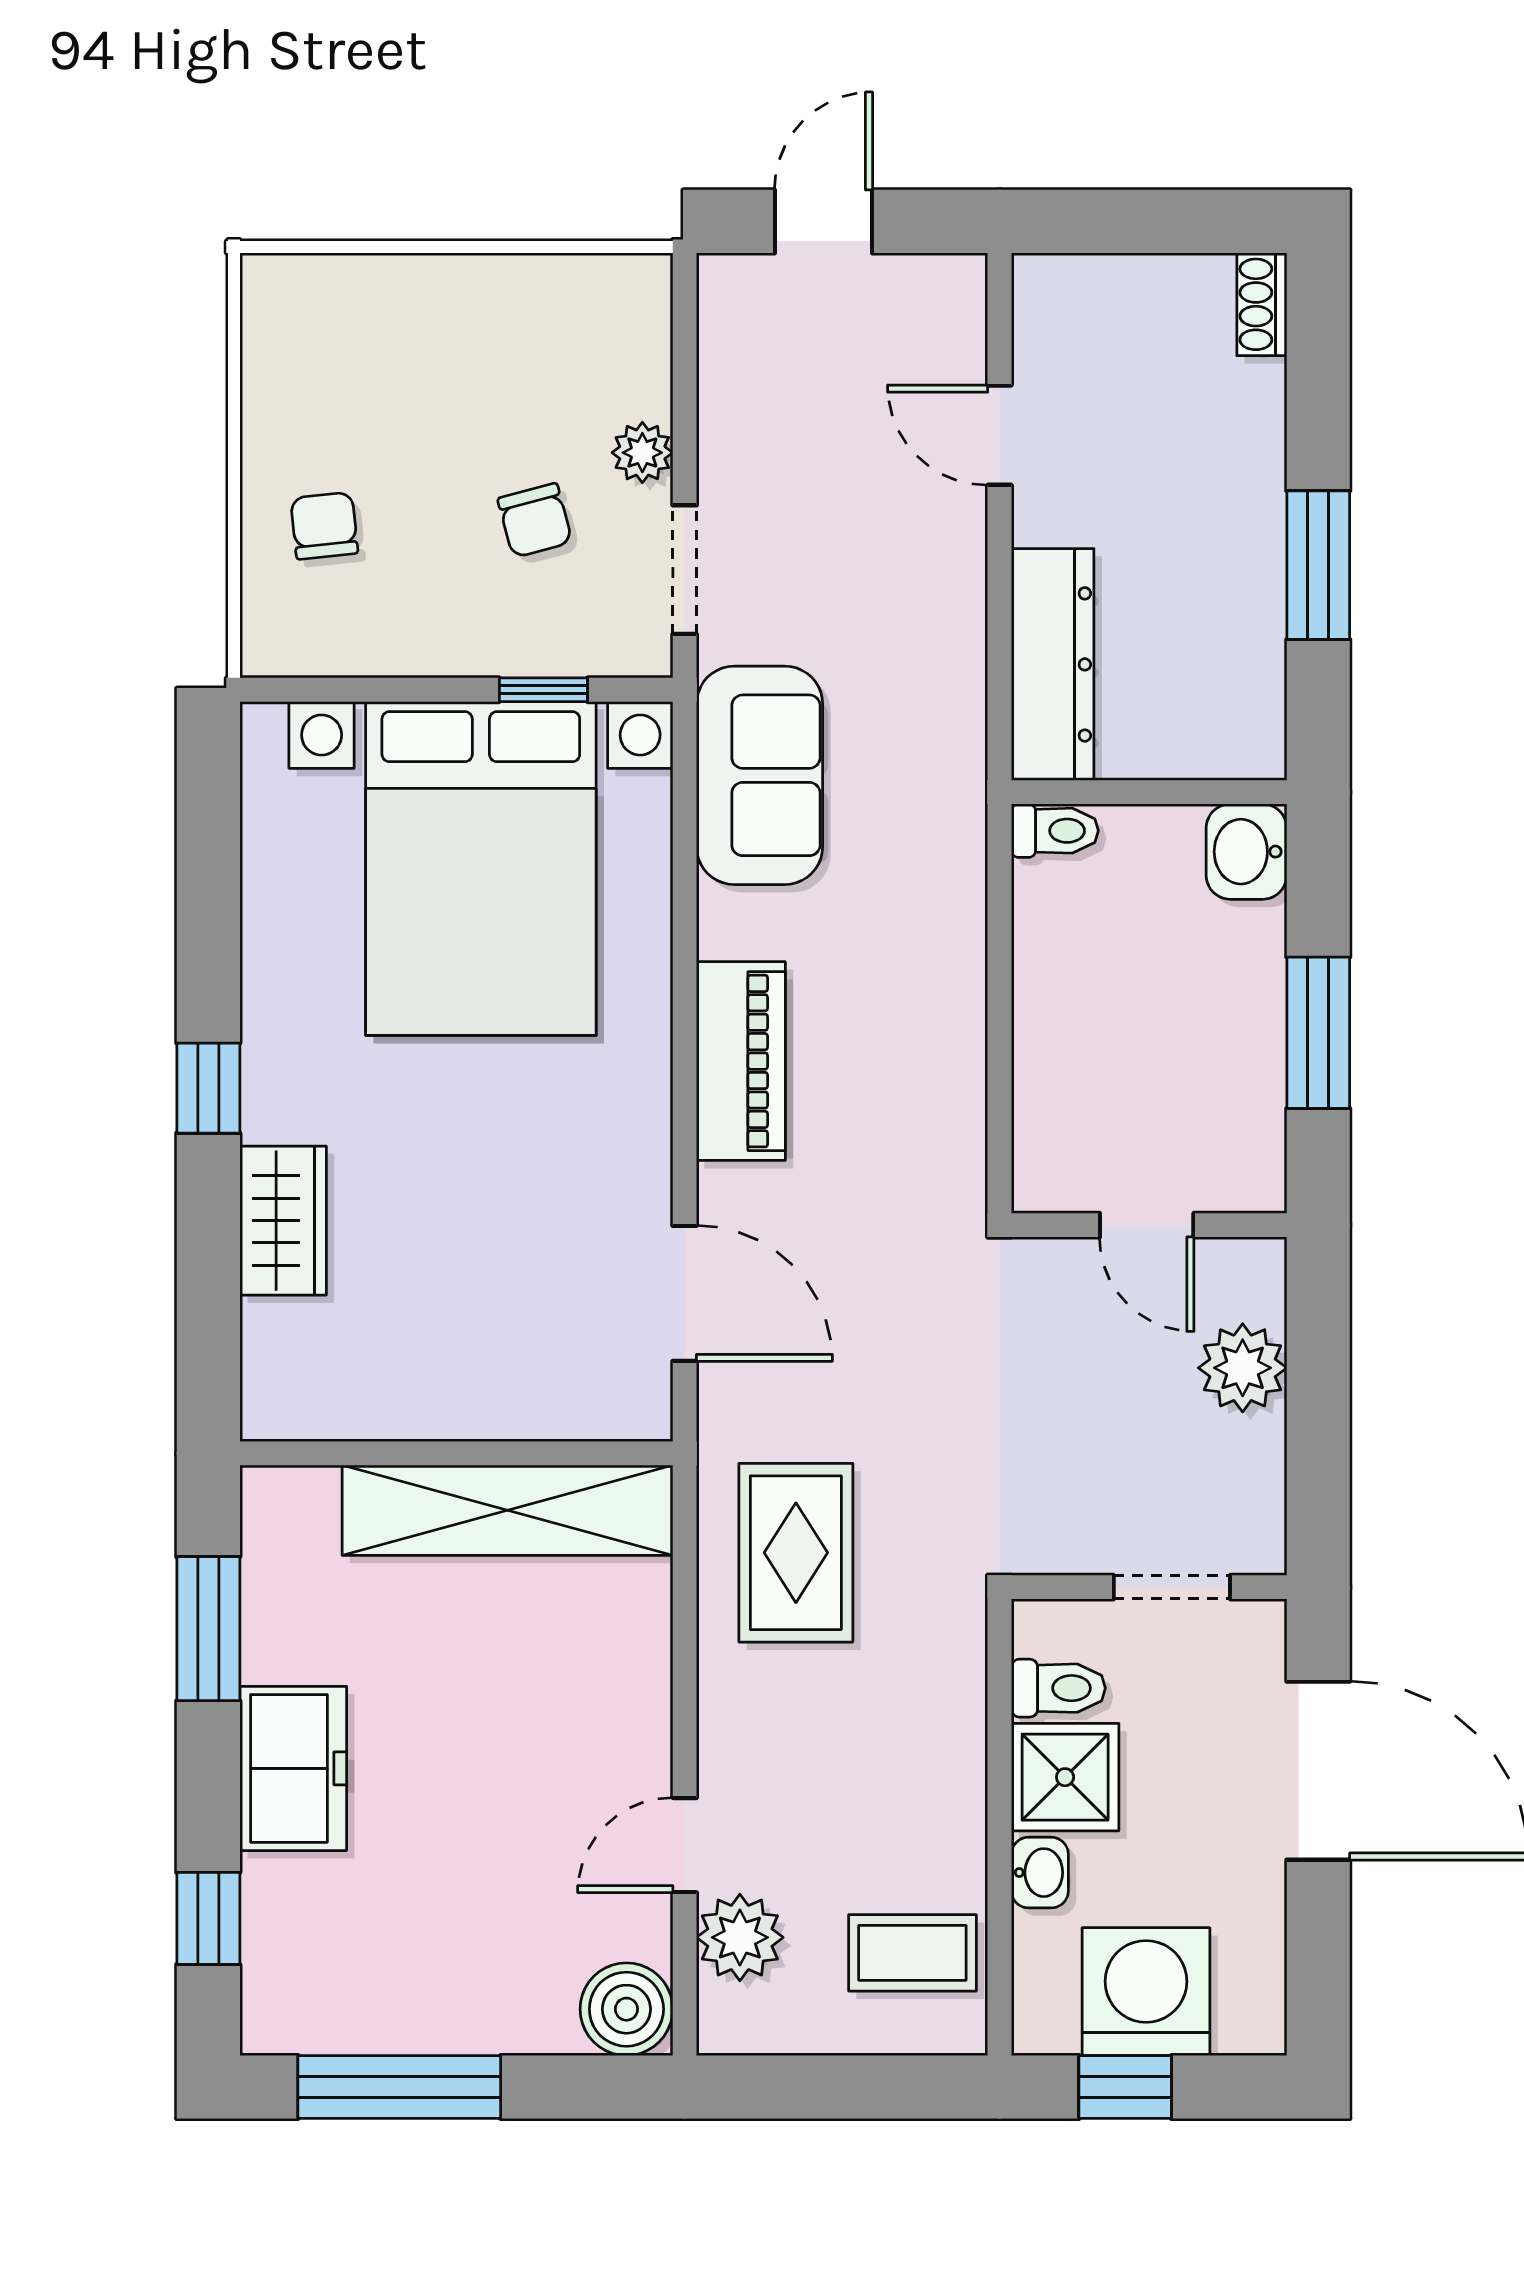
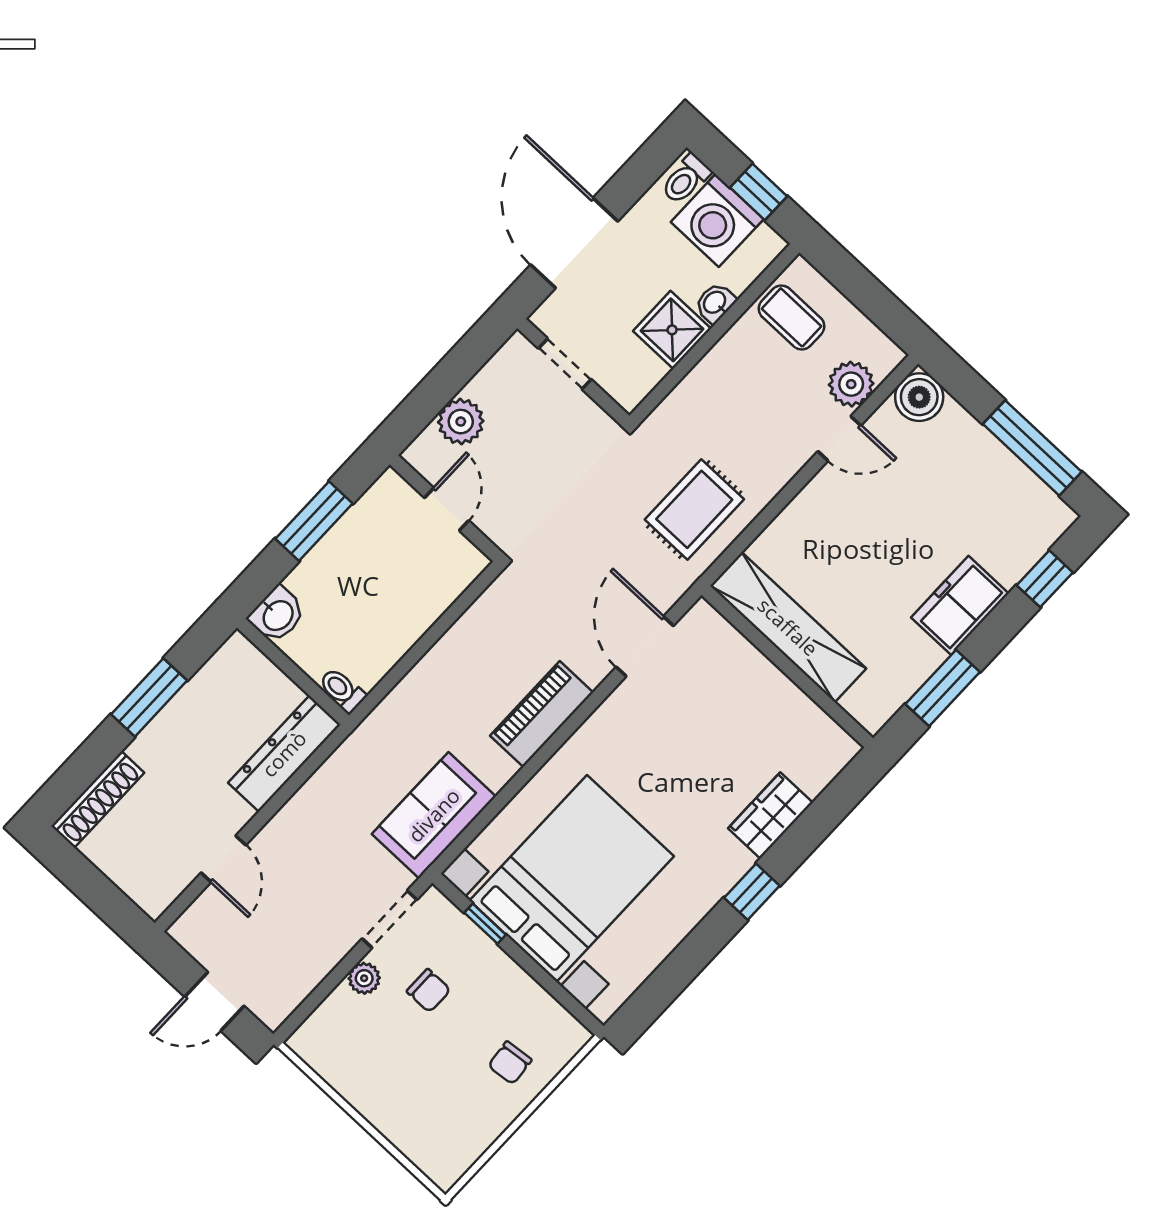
shoe rack: (1262, 304) -> (98, 799), width x1.94, depth x1.24
chair: (535, 520) -> (429, 991), turned 105
toilet: (1058, 1688) -> (686, 179), moved, turned -90

